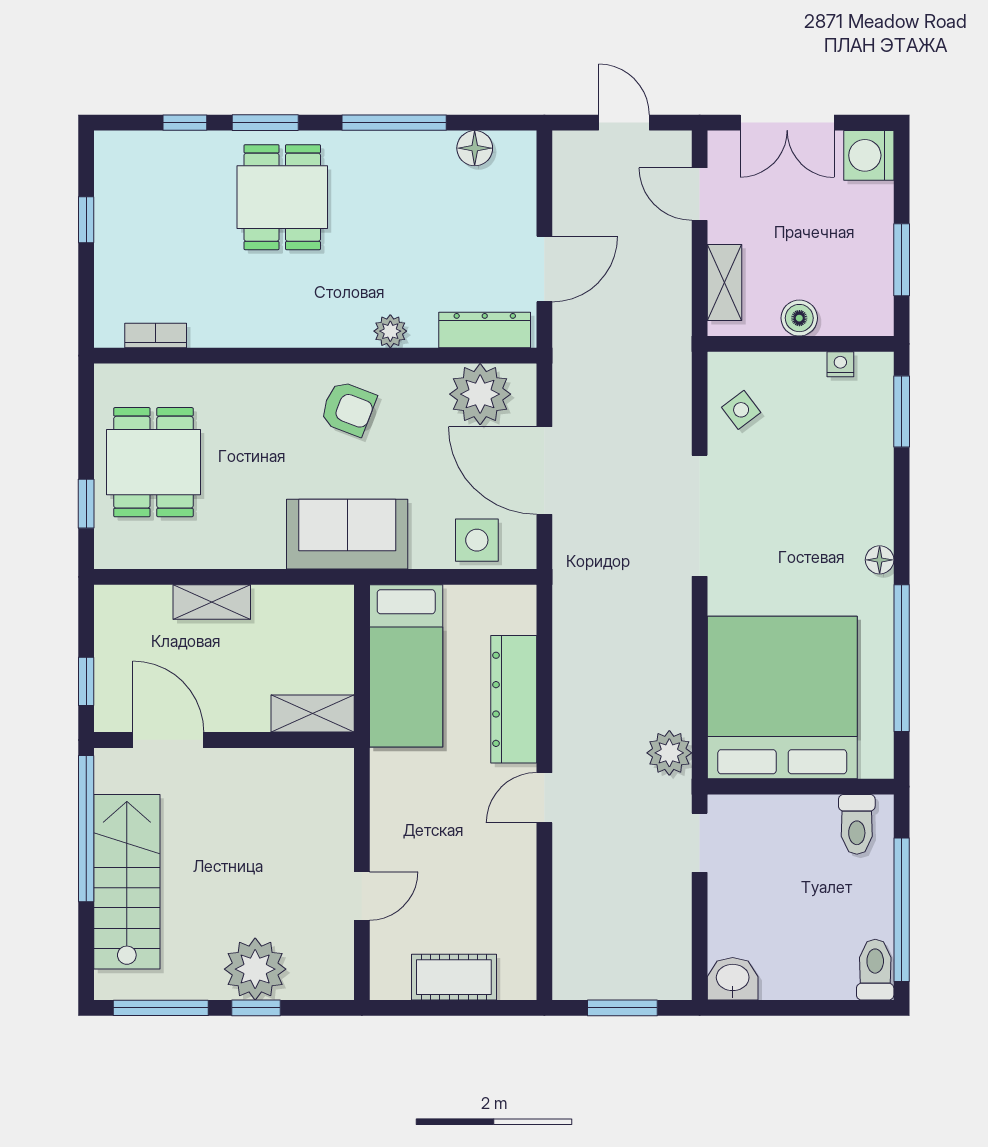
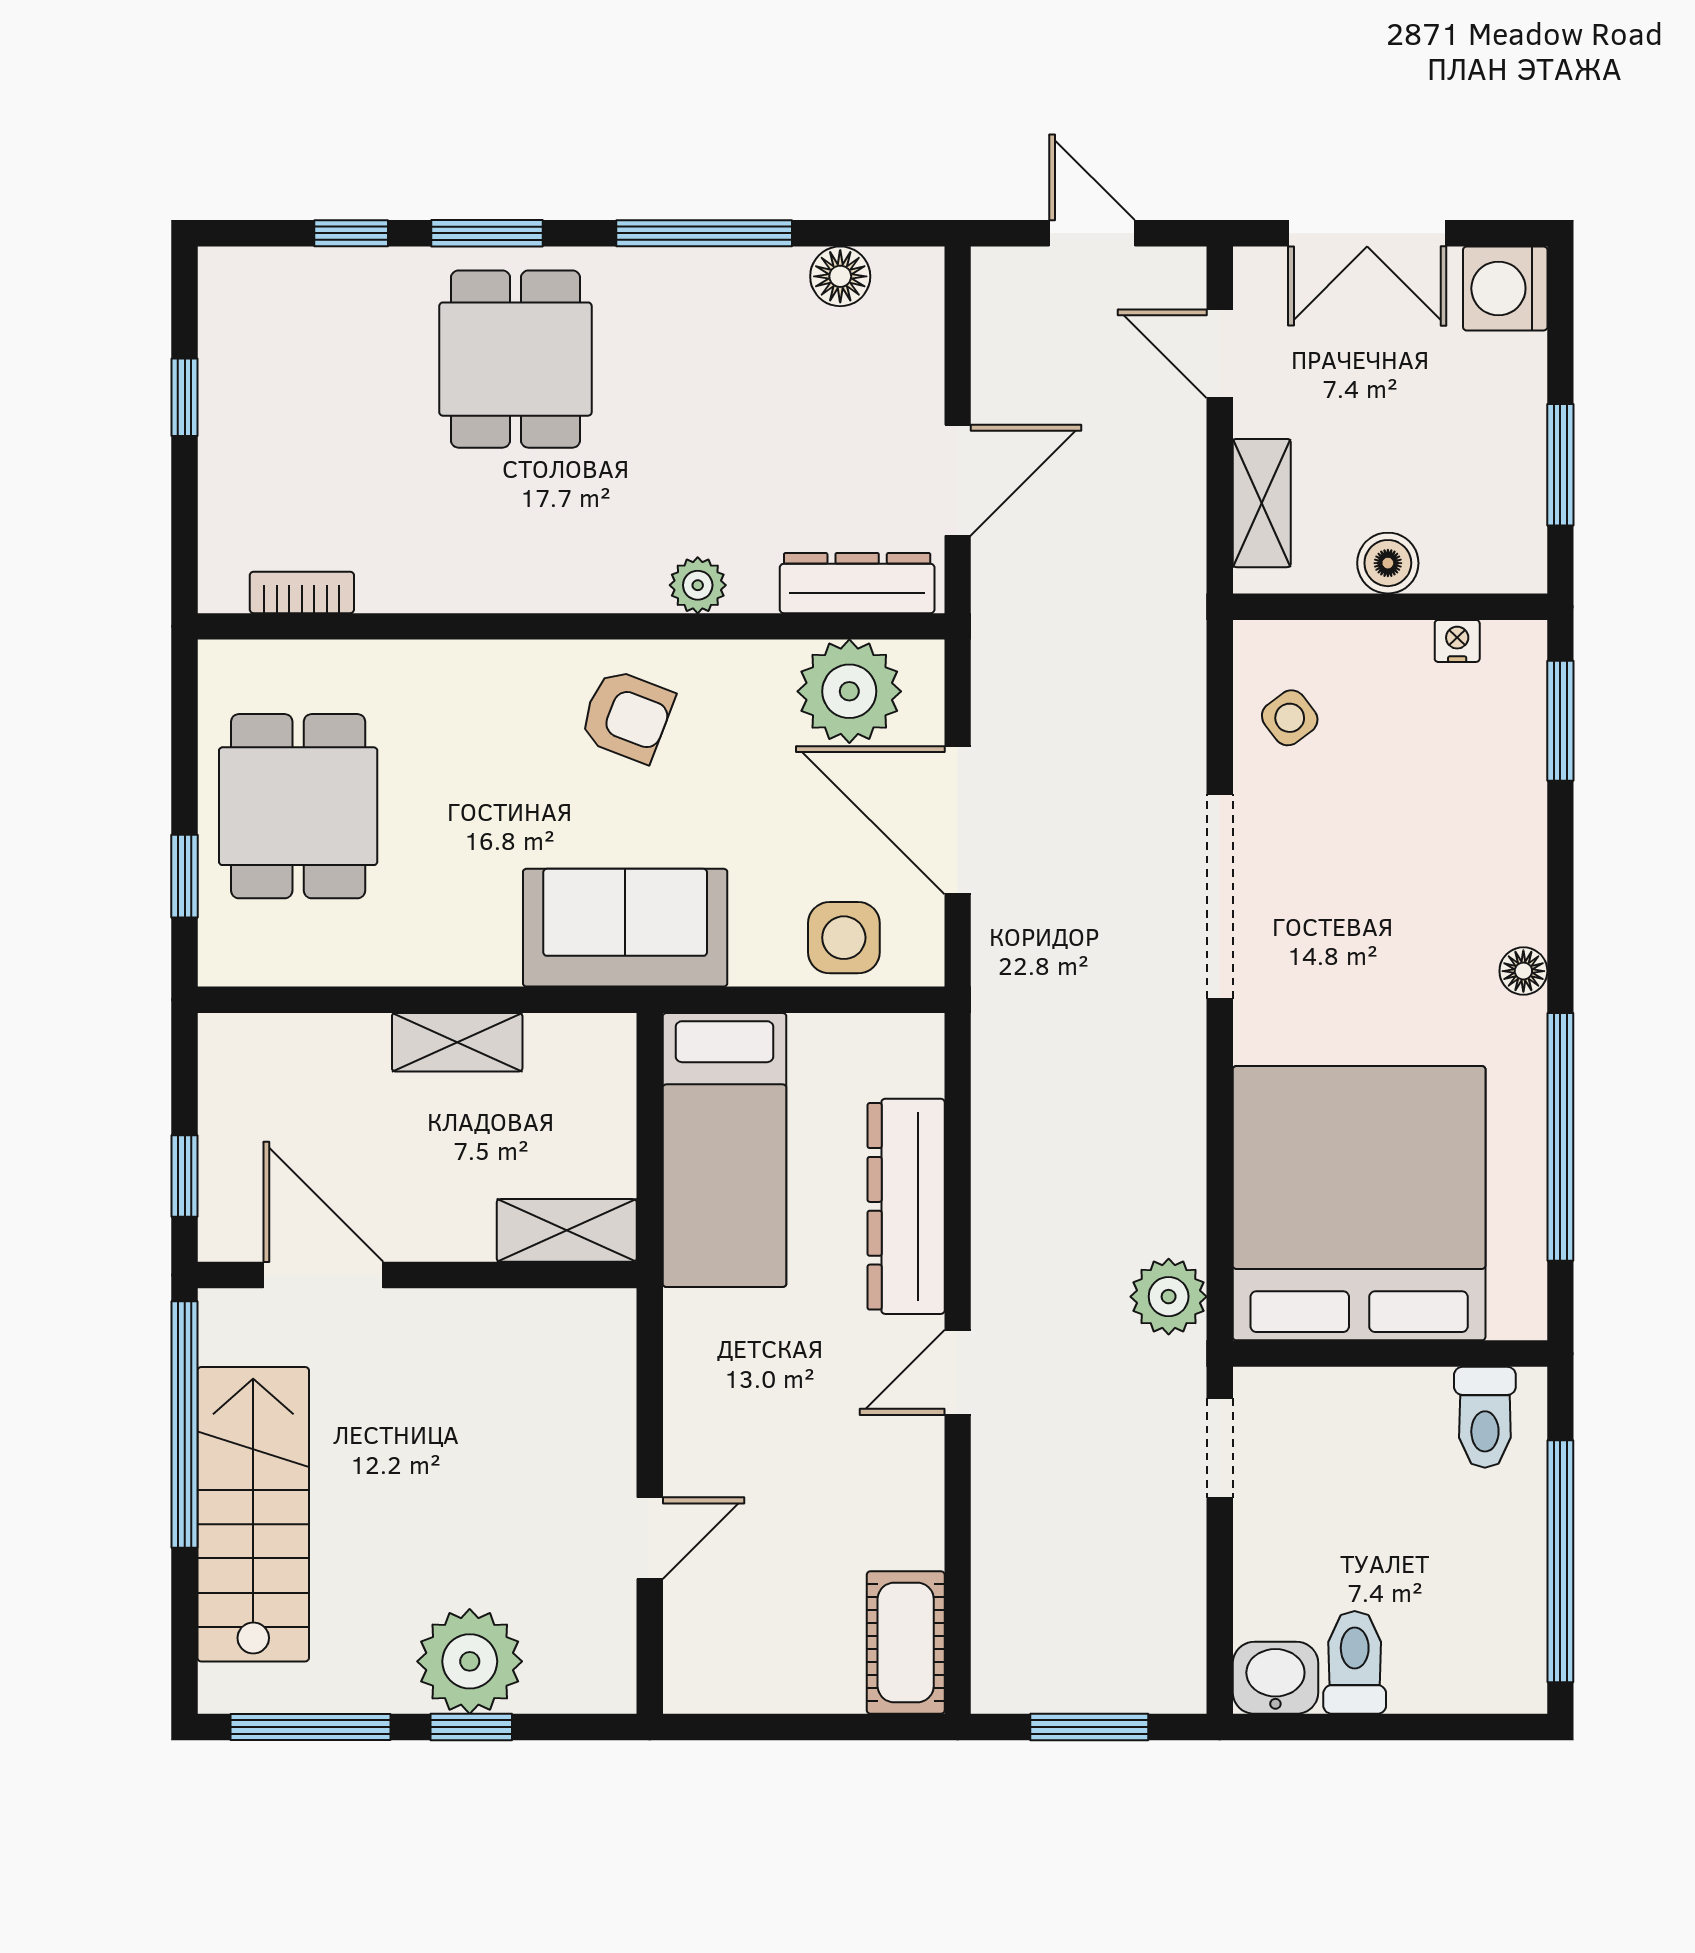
shelving: (212, 602) -> (457, 1042), moved
toilet: (875, 970) -> (1355, 1662), moved
cot: (454, 977) -> (906, 1642), moved, turned 90

